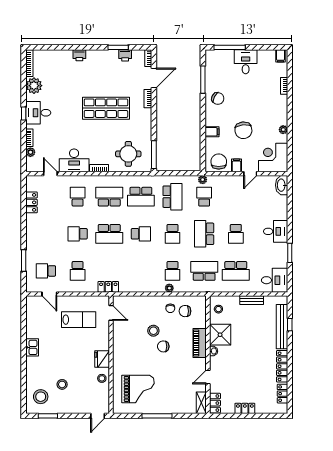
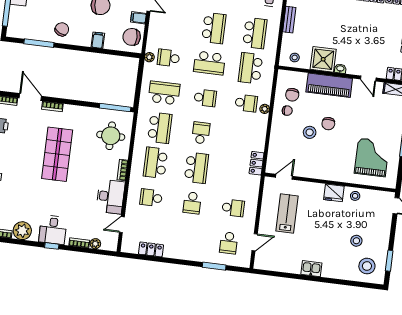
school desk: (236, 234) -> (214, 28), width x1.85
locker: (108, 287) -> (256, 163), moved
piano: (200, 343) -> (329, 85), width x1.37, depth x1.33

